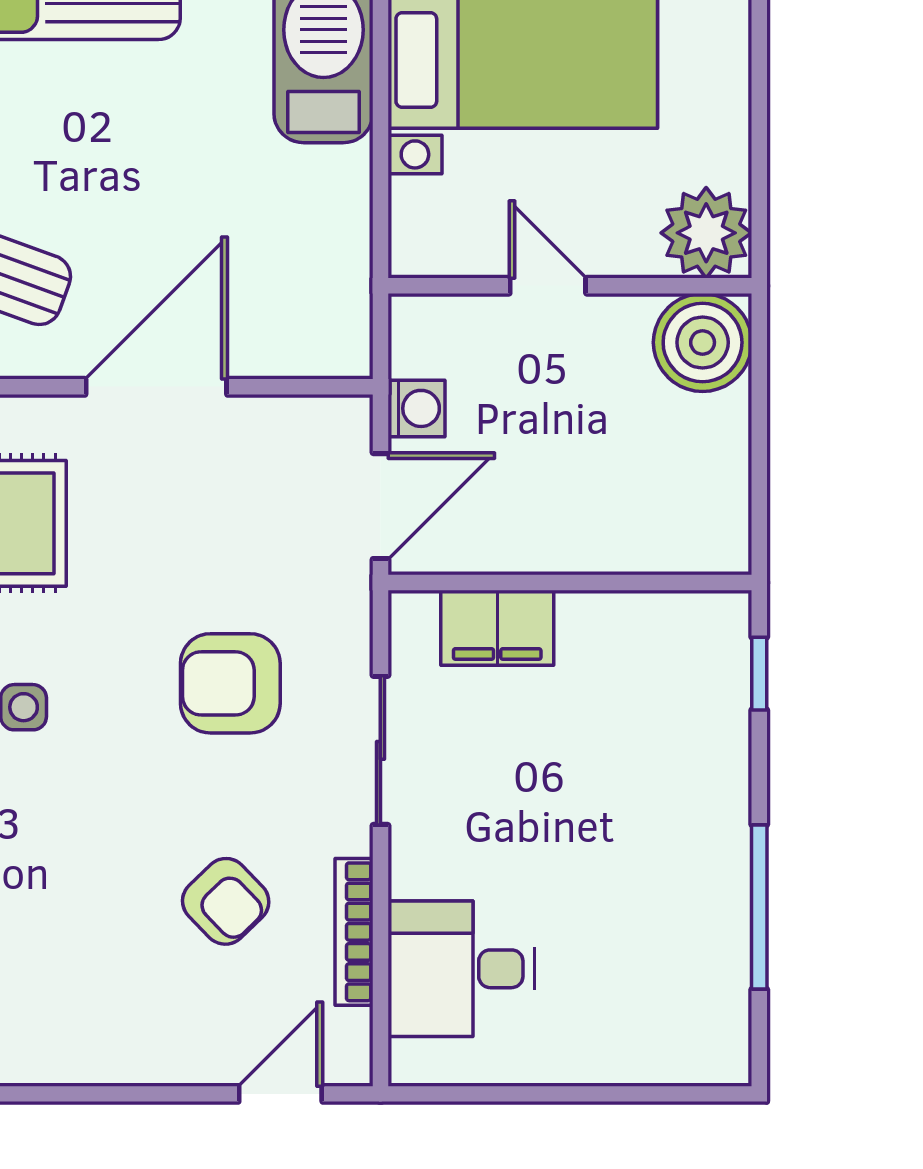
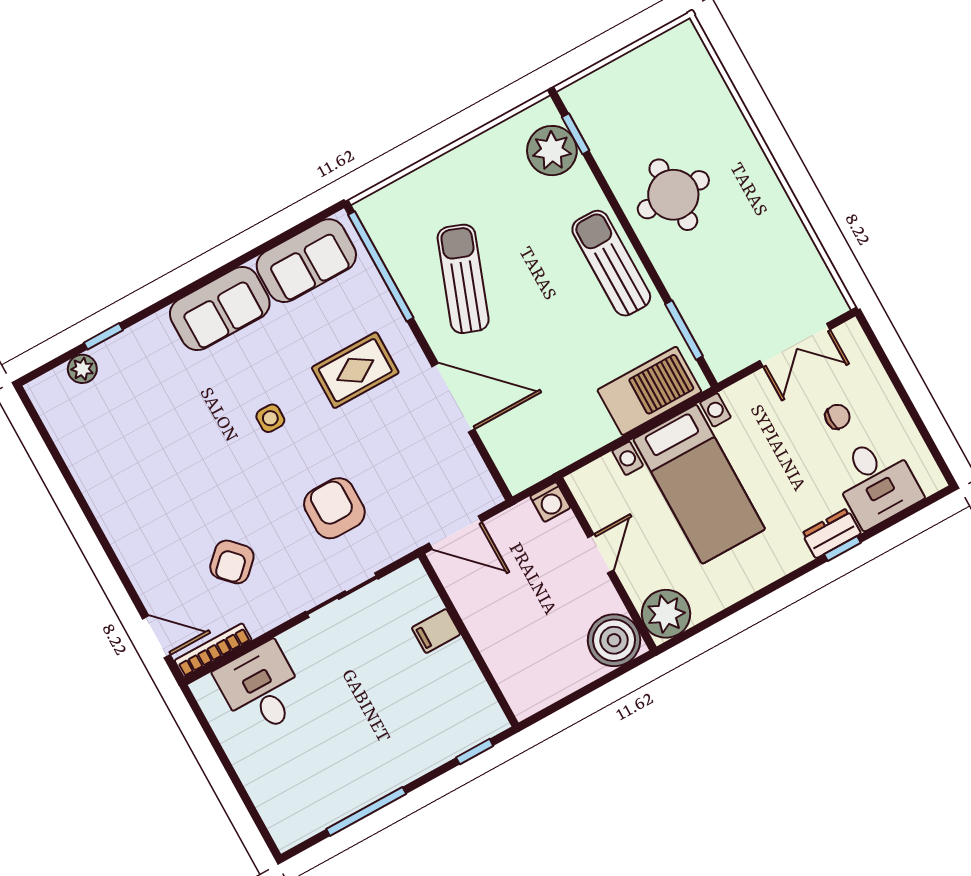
washing machine: (416, 408) -> (550, 502), moved
filing cabinet: (497, 628) -> (436, 631), width x0.50
bookcase: (354, 932) -> (213, 650), moved

